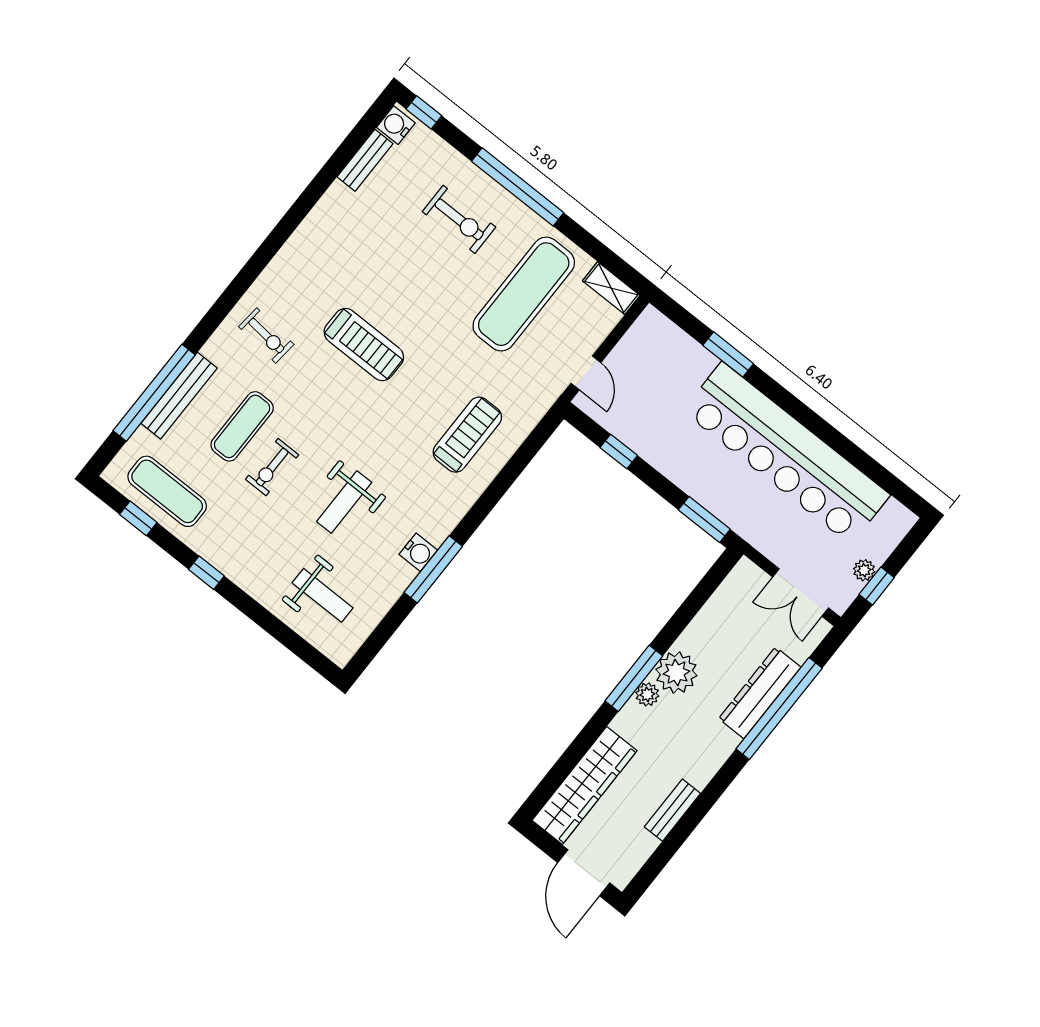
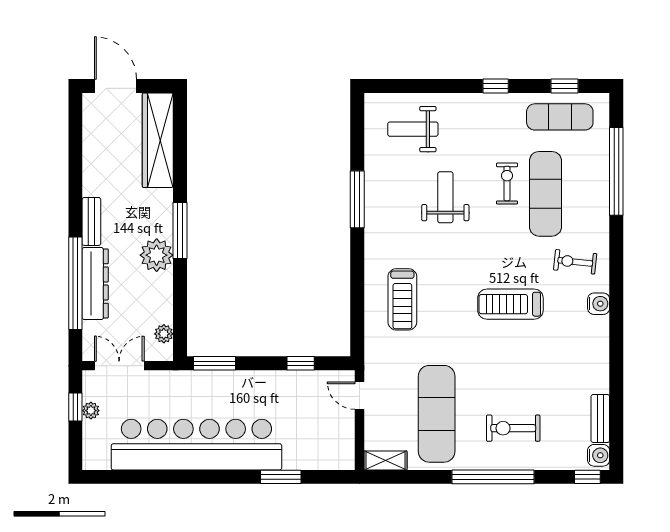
bench: (179, 396) -> (599, 182), removed
exercise mat: (242, 426) -> (545, 194), width x1.36, depth x1.45
water cooler: (418, 552) -> (599, 304), moved, turned 180
plant: (647, 694) -> (164, 334), moved
bench: (672, 810) -> (91, 221), moved

